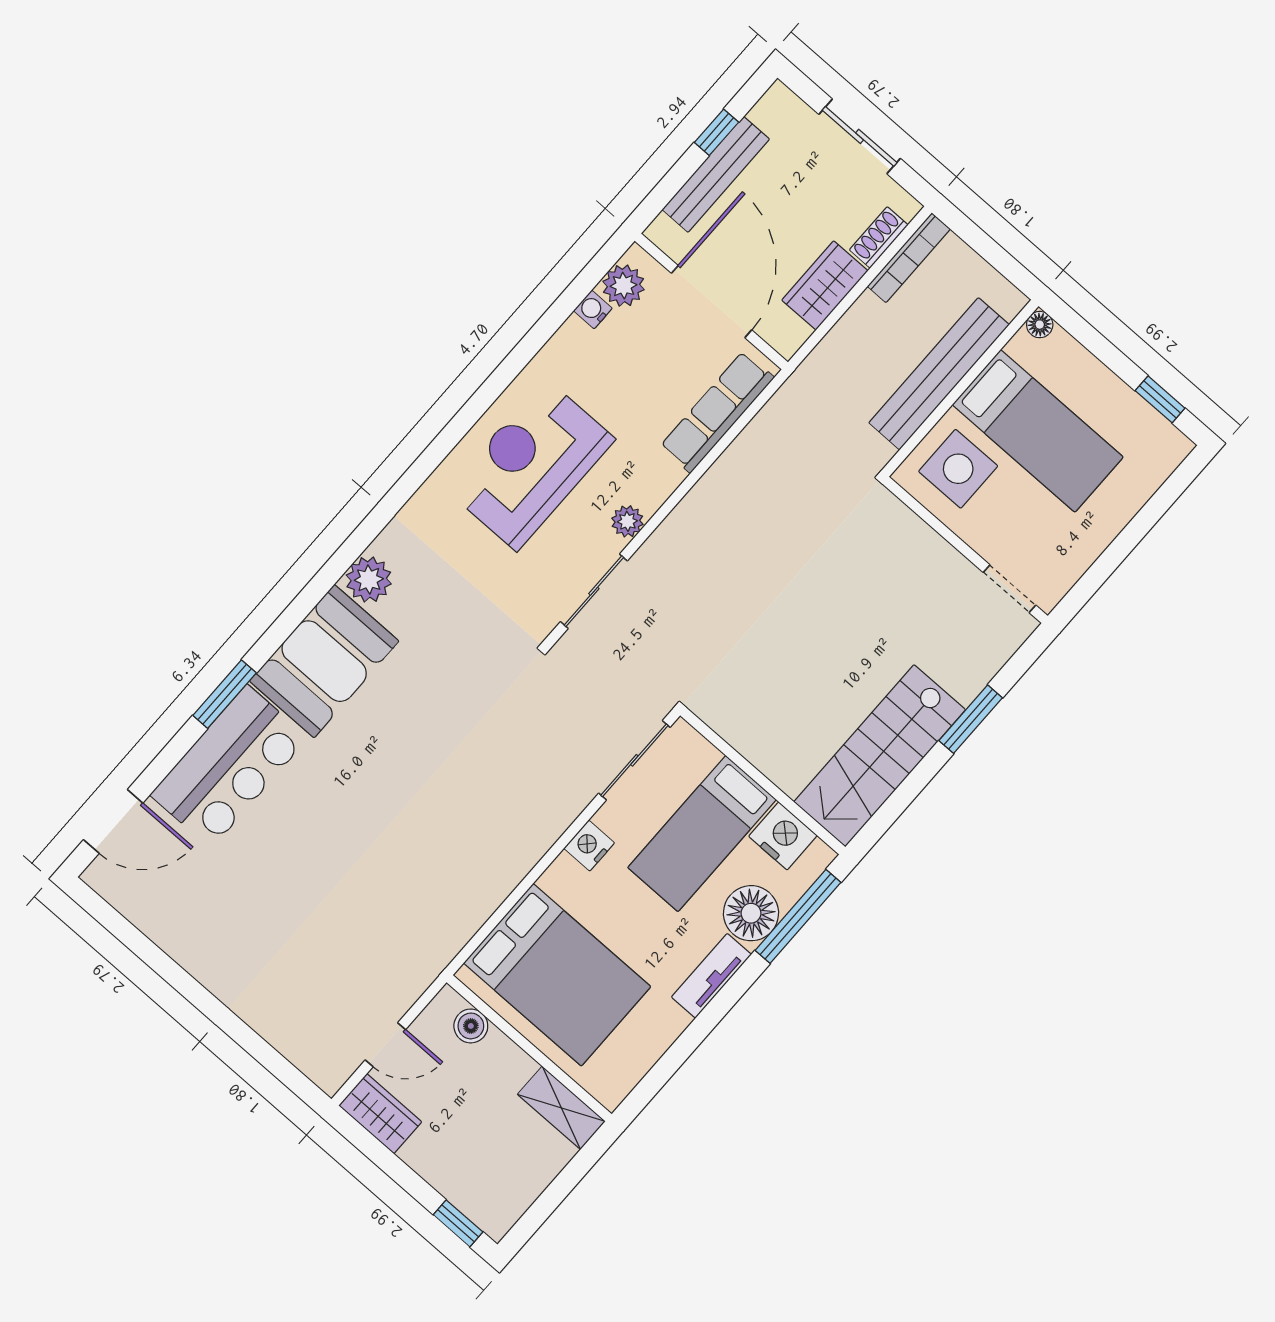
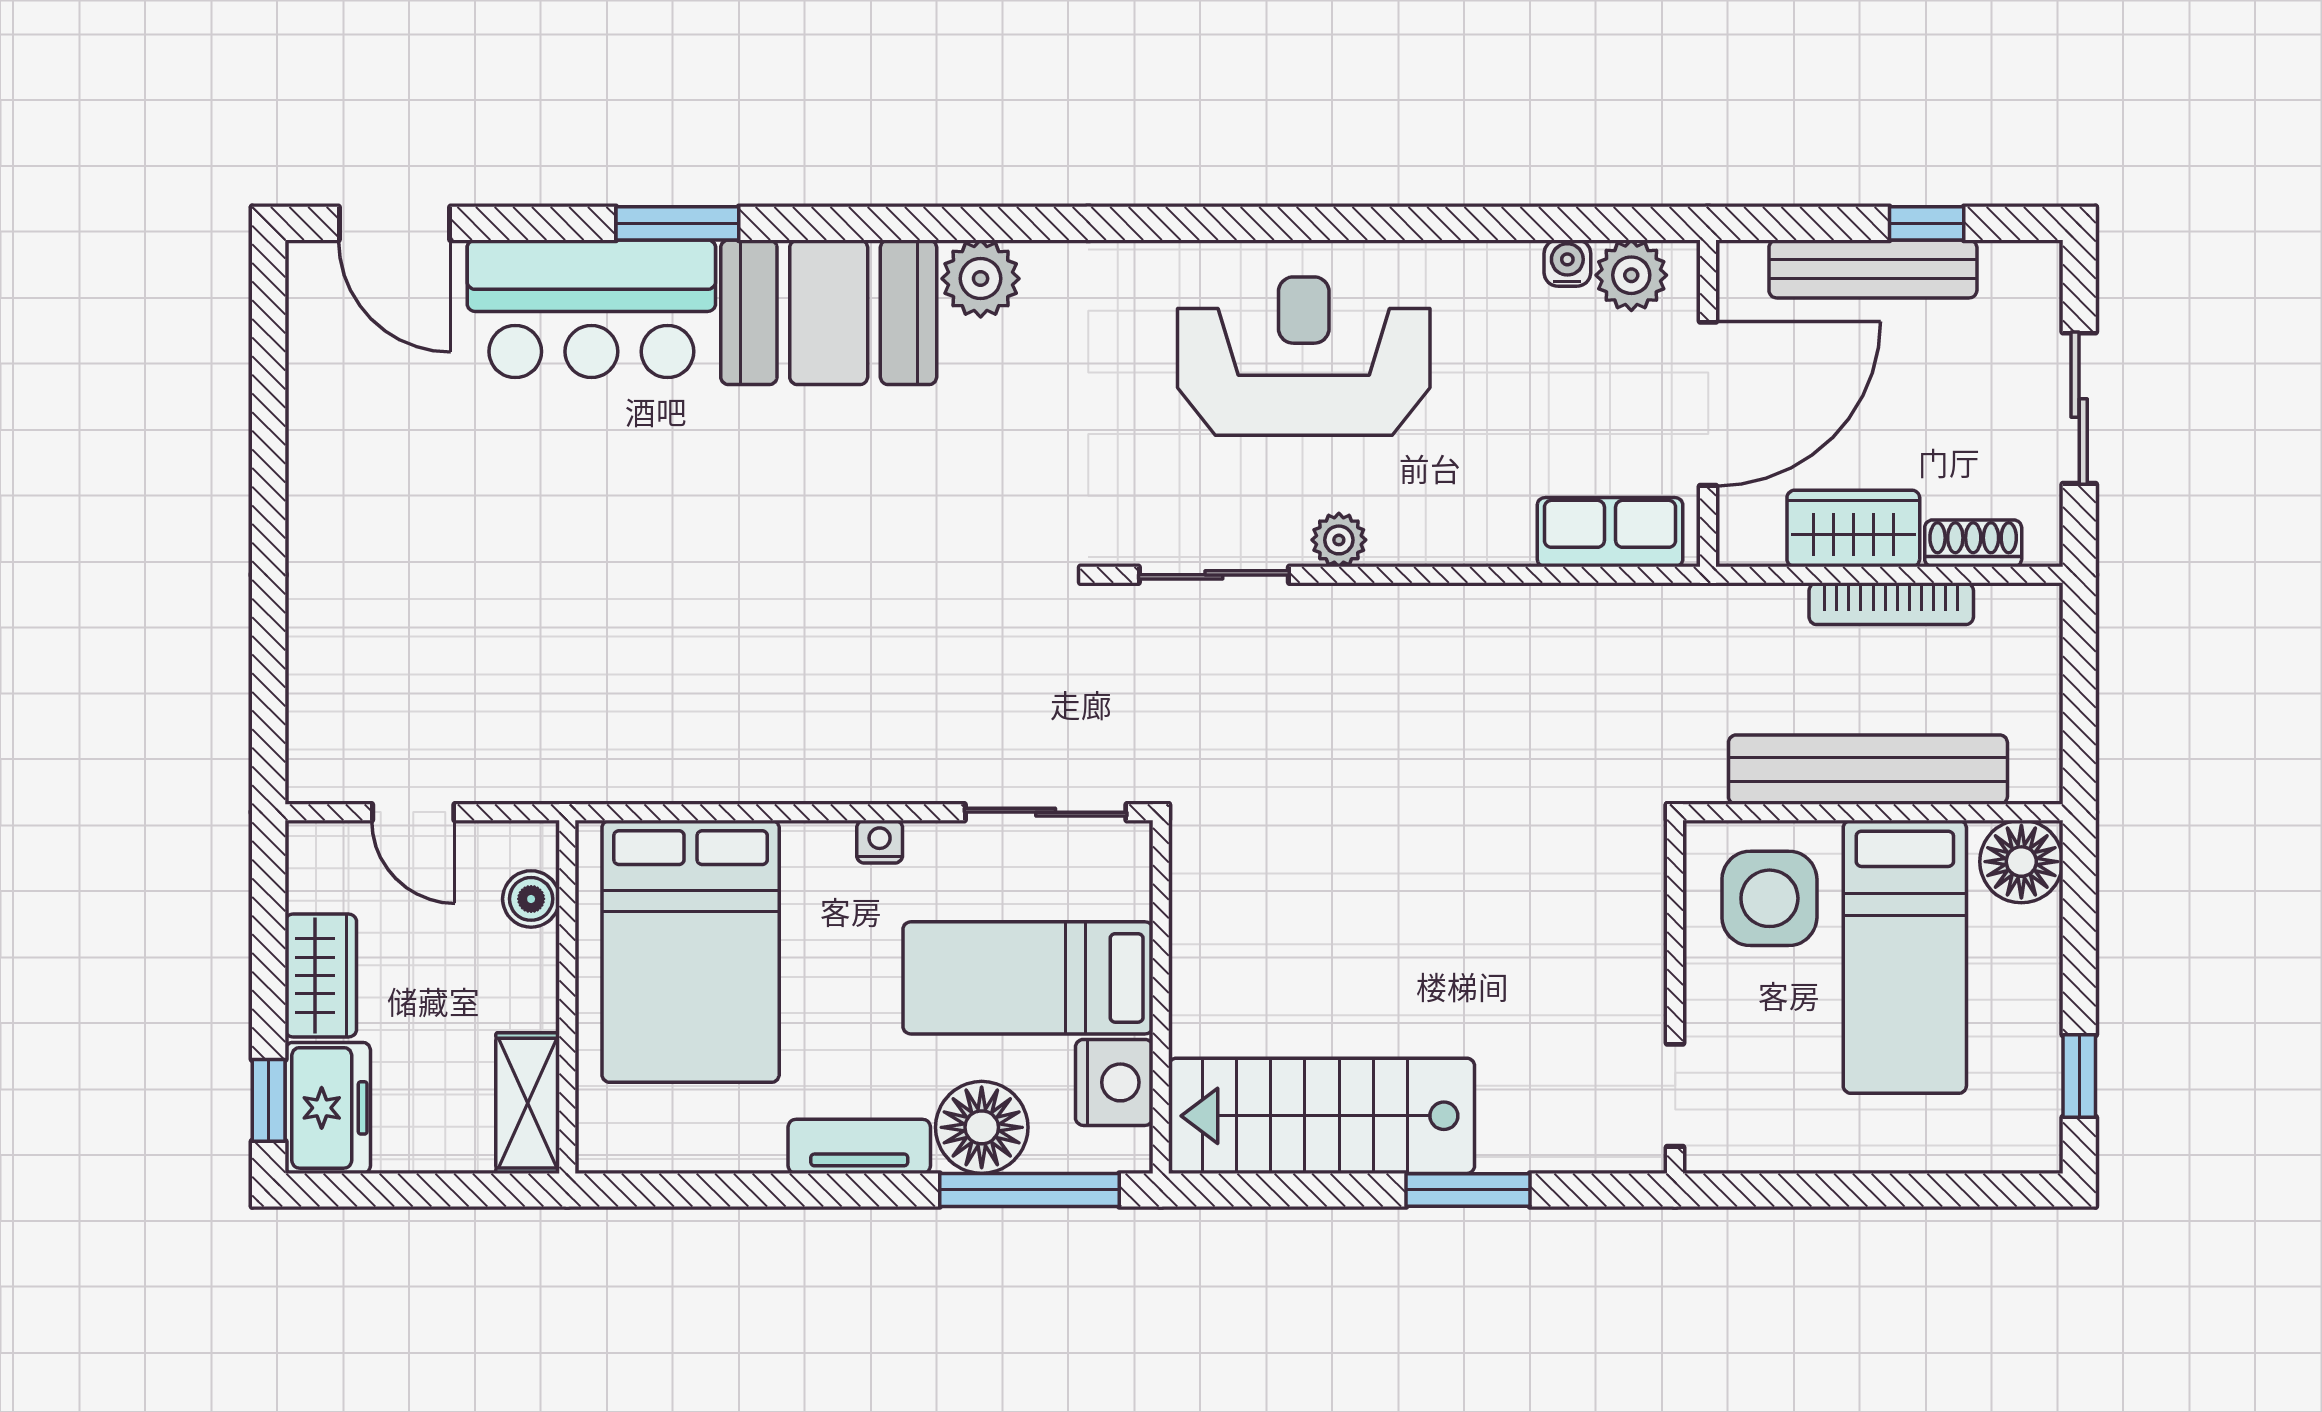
bookcase: (909, 258) -> (1891, 604), moved
floor lamp: (1040, 325) -> (2021, 862), width x1.89, depth x1.89
row of seats: (717, 412) -> (1610, 532), width x0.68
nightstand: (589, 846) -> (880, 842), width x0.72, depth x0.74
wardrobe: (380, 1114) -> (321, 976), moved
freezer: (485, 1200) -> (328, 1108), added

